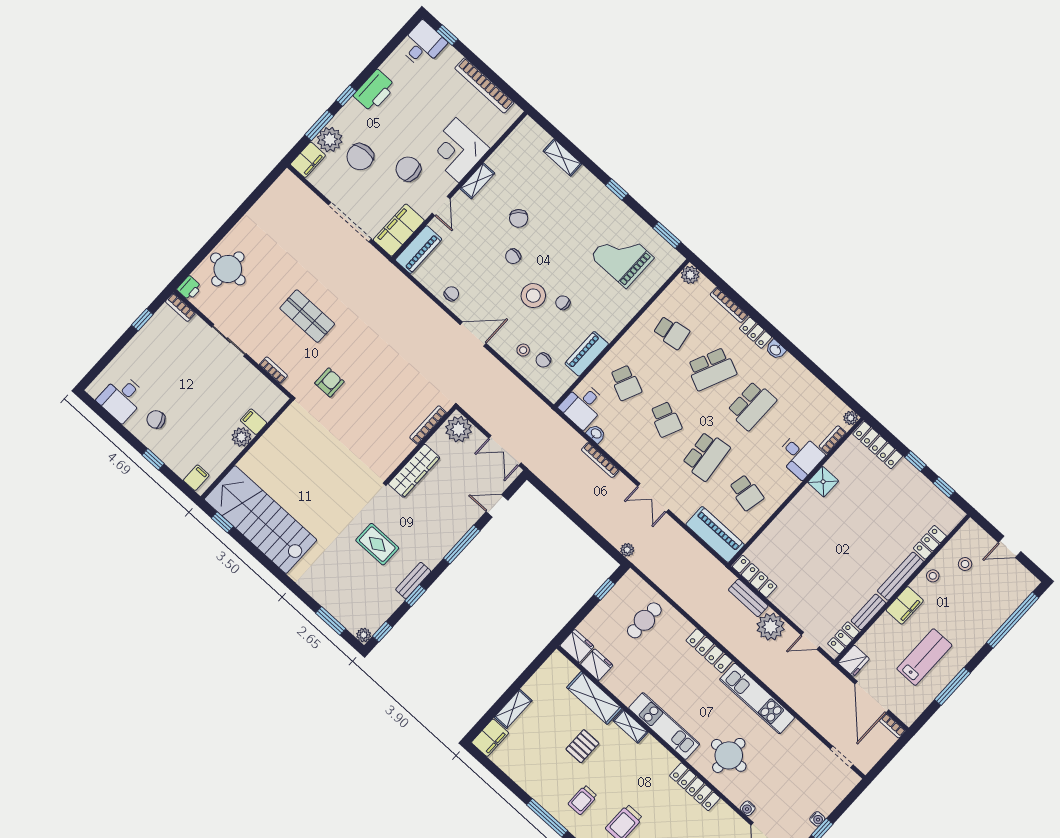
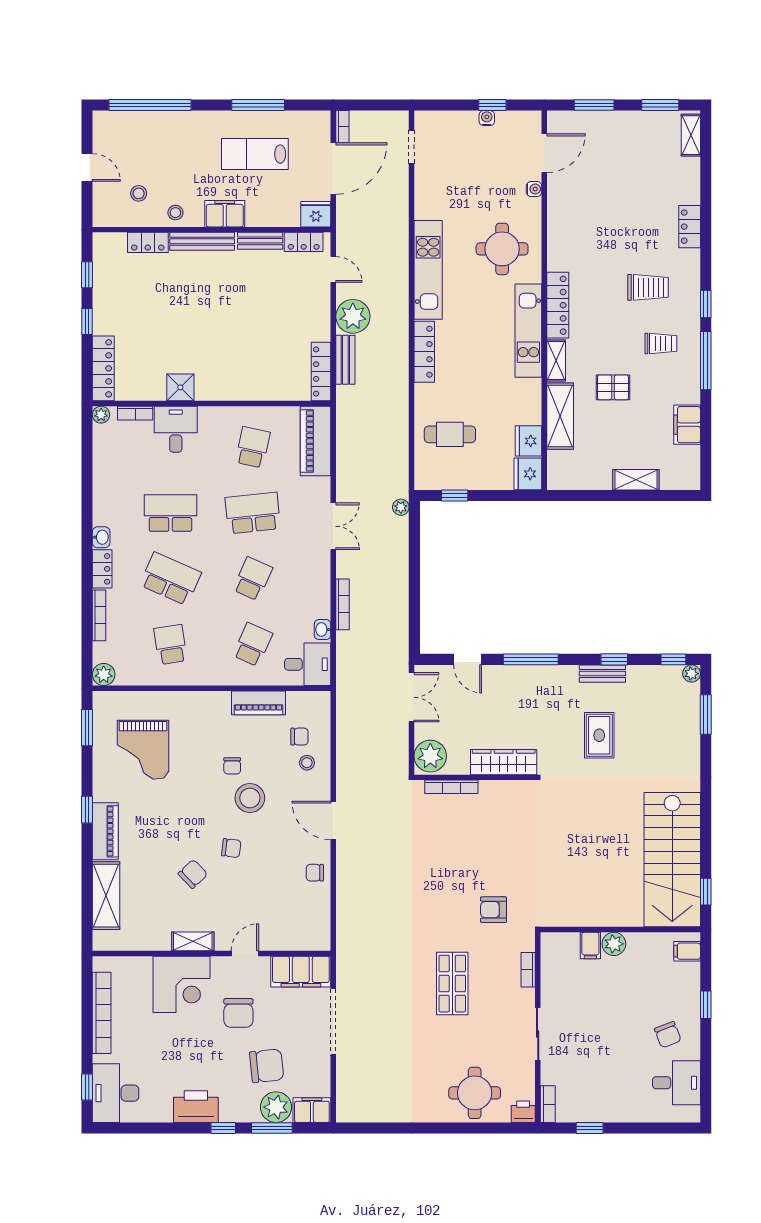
desk: (423, 45) -> (116, 1093), width x1.37
shelving: (562, 157) -> (106, 896), width x1.50, depth x1.33
piano: (419, 250) -> (105, 831), moved, turned 90
filing cabinet: (490, 738) -> (687, 425), moved, turned -90
locker: (695, 787) -> (558, 305), moved

